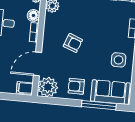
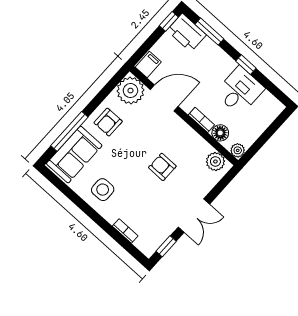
armchair: (73, 43) -> (162, 167), moved, turned 69
door: (37, 64) -> (164, 98), hinge flipped
armchair: (76, 86) -> (108, 122), turned 180

